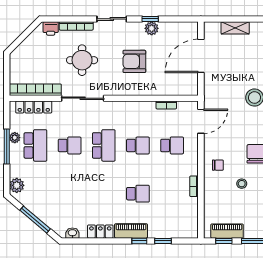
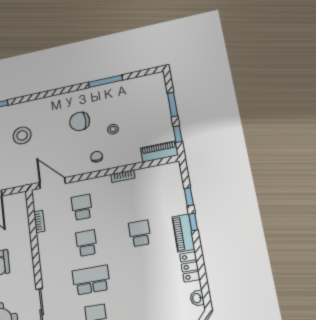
piano: (227, 231) -> (159, 152), moved, turned 90

